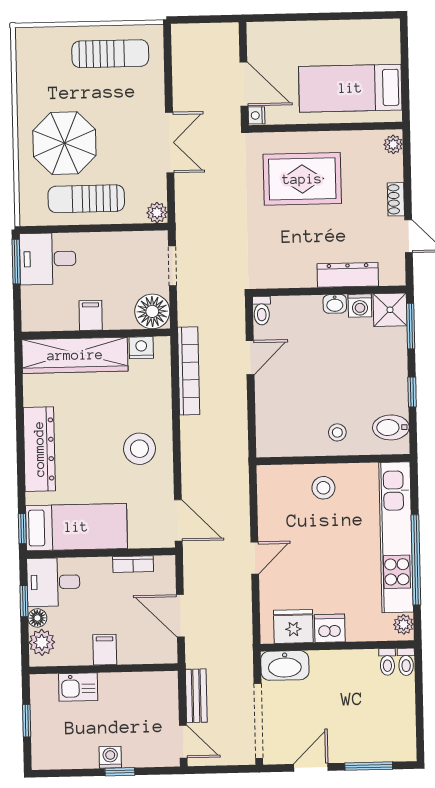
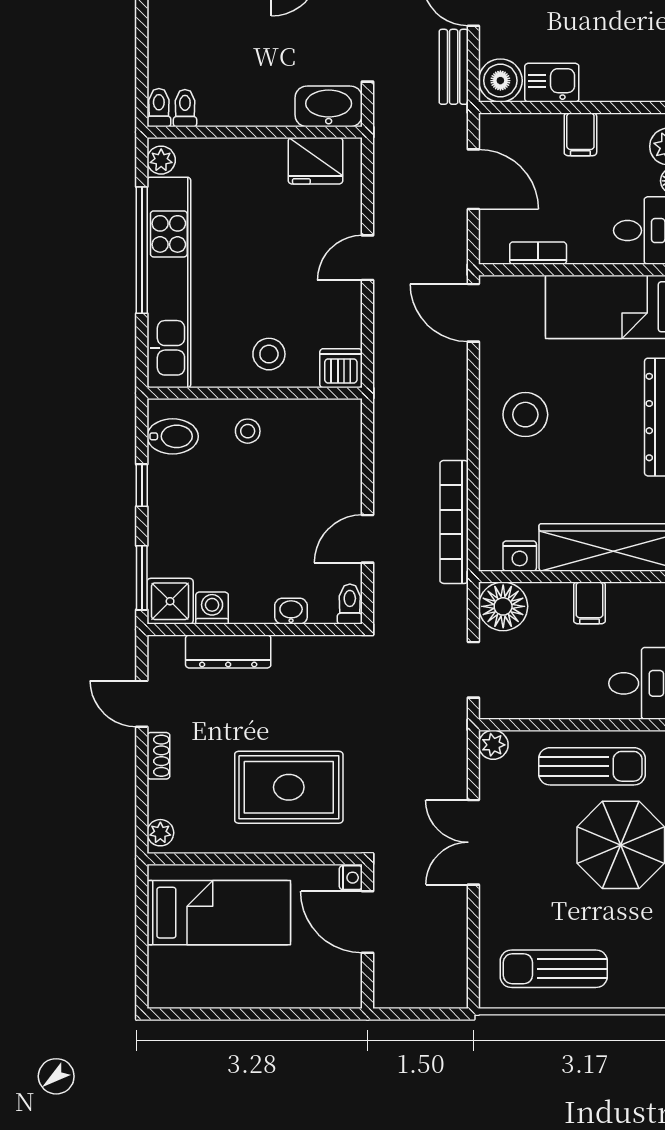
washbasin: (335, 304) -> (291, 611), moved
dishwasher: (330, 628) -> (341, 368), moved, turned 180
kitchen sink: (78, 687) -> (552, 83), moved
boiler: (163, 687) -> (500, 81), added

